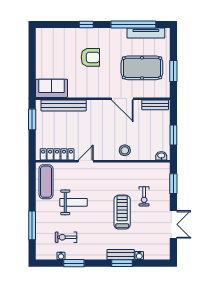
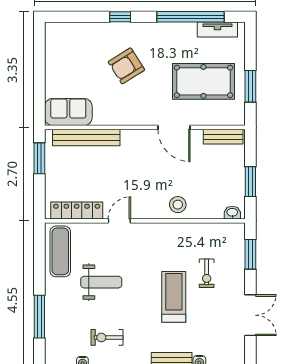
tv unit: (146, 33) -> (217, 30), width x0.71
armchair: (90, 57) -> (126, 66), turned 148
exercise bike: (66, 237) -> (107, 337), moved

